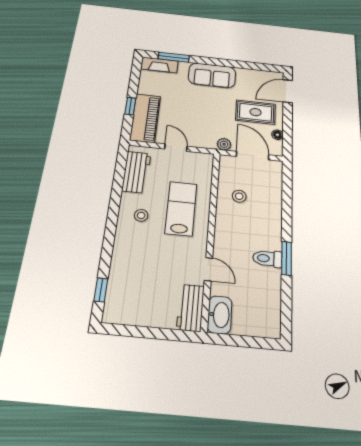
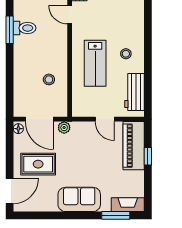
floor lamp: (277, 135) -> (18, 129), moved

